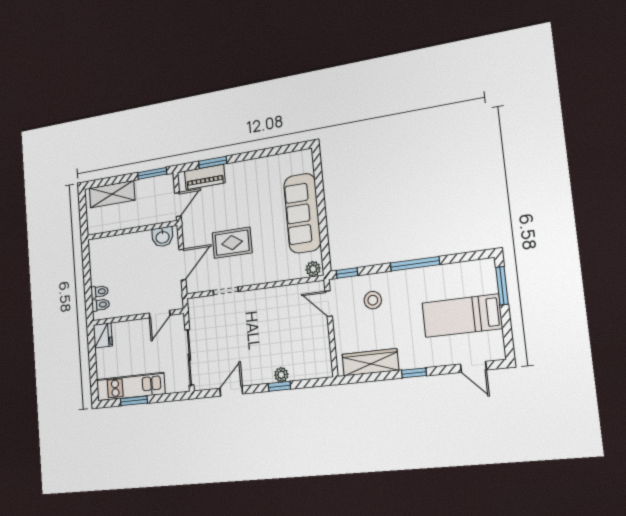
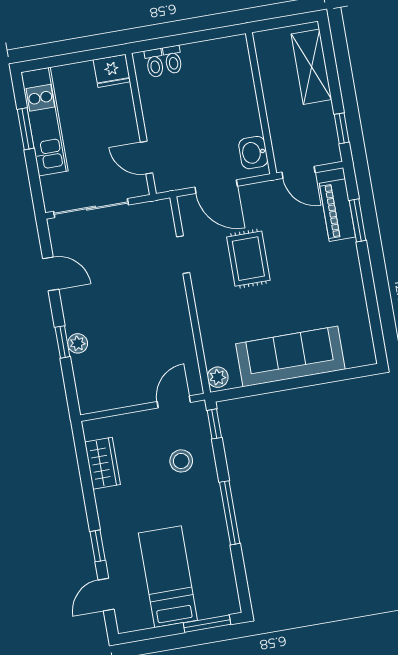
window: (152, 173) -> (342, 128), width x0.67
wardrobe: (370, 362) -> (103, 463), width x0.67
window: (414, 373) -> (98, 546), moved

